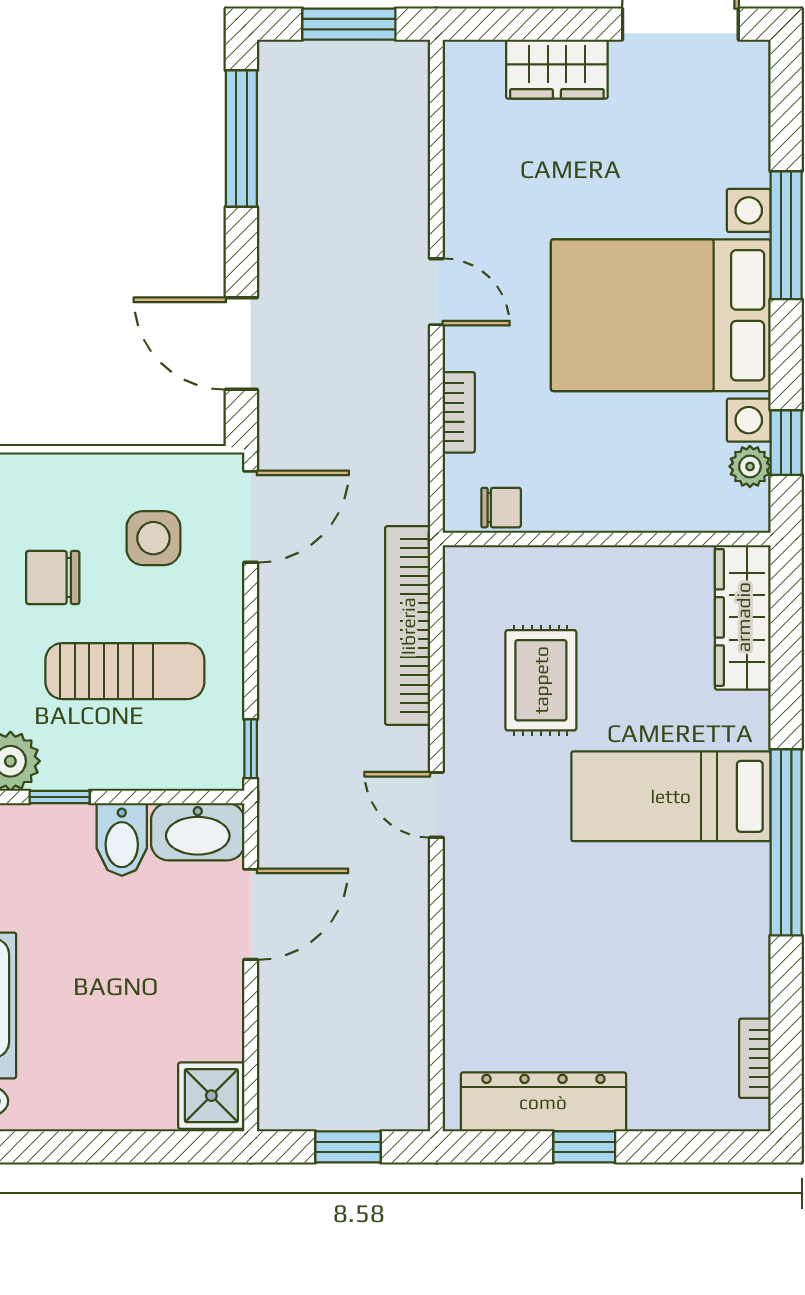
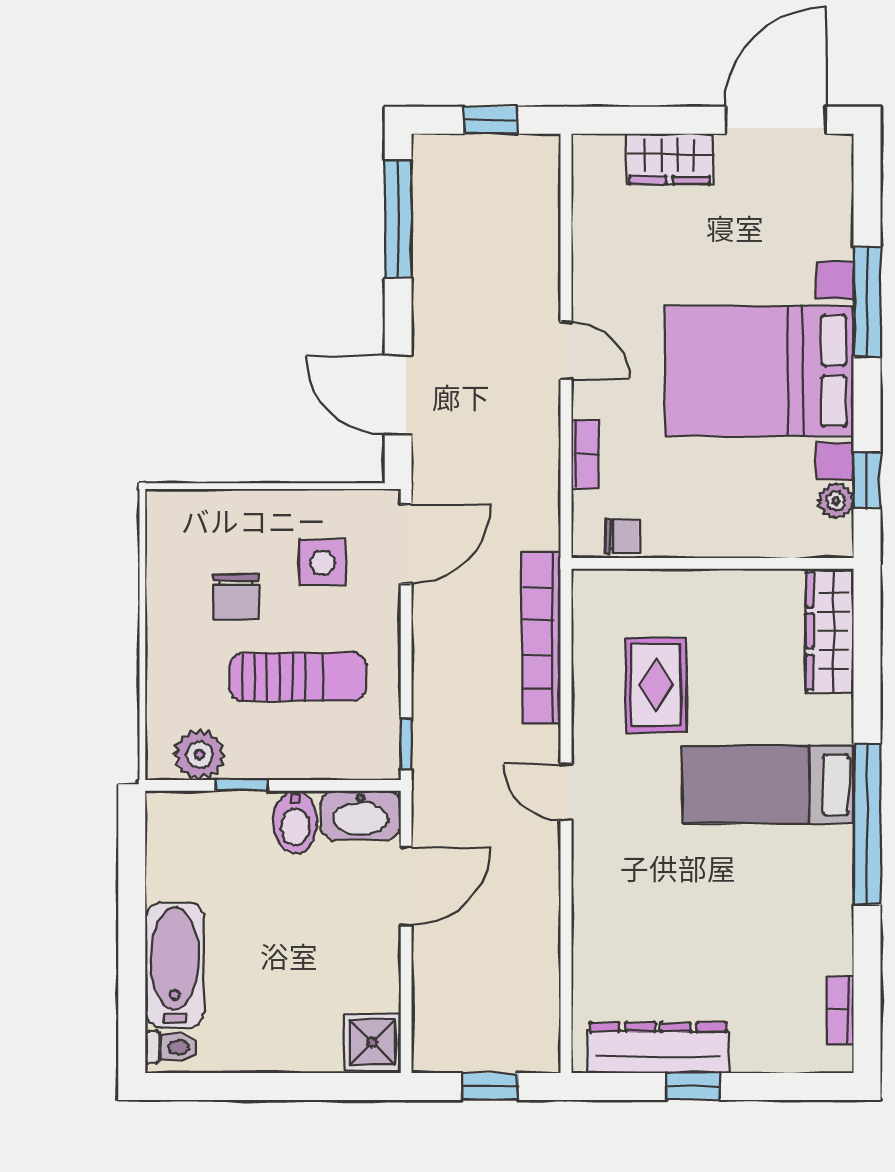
window: (349, 24) -> (491, 120), width x0.67
chair: (53, 577) -> (236, 596), turned -90

